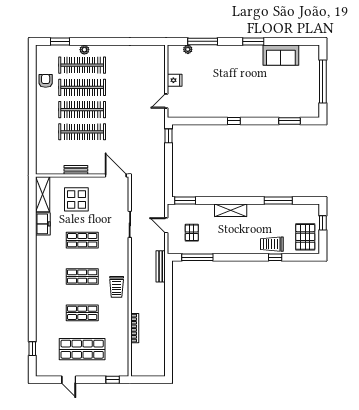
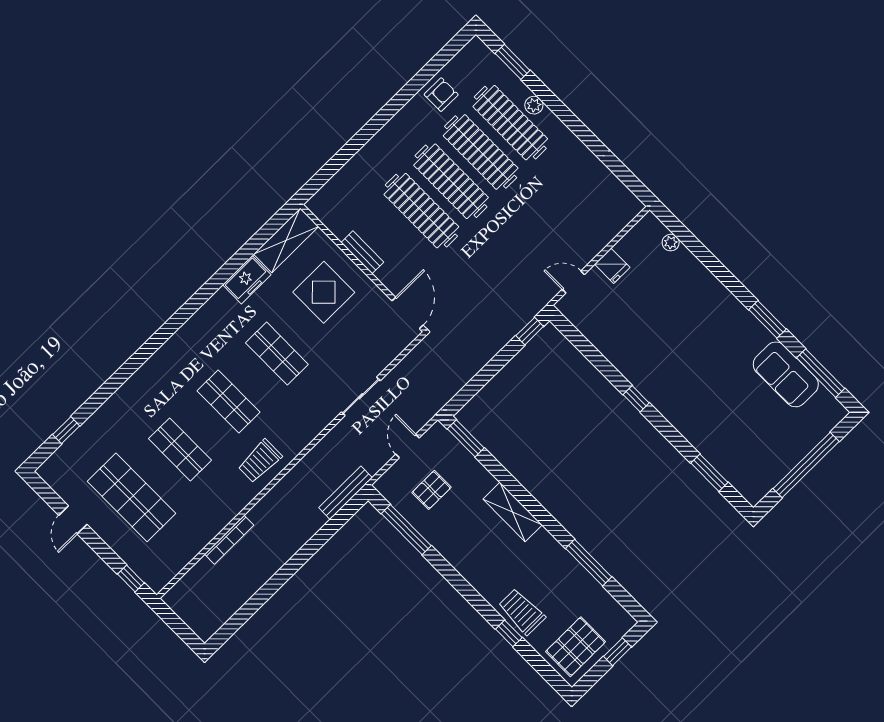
window: (203, 41) -> (821, 373), moved

